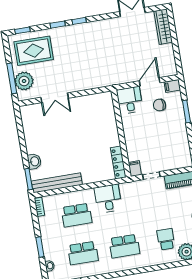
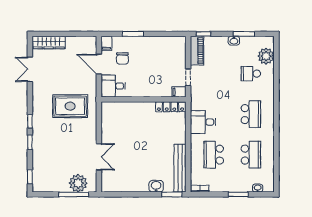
rug: (34, 51) -> (70, 106), moved, turned 90
school desk: (77, 215) -> (214, 155), turned 180

